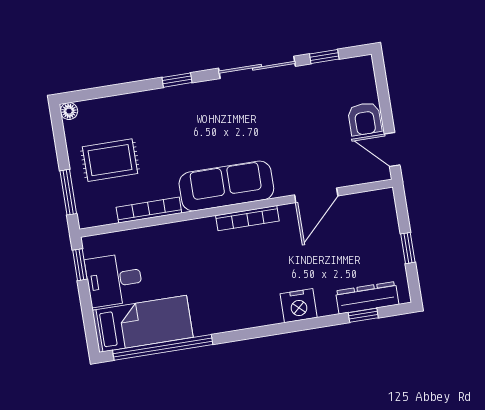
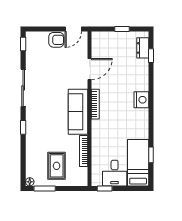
window: (324, 56) -> (23, 44), moved
window: (68, 192) -> (45, 188), moved
door: (316, 195) -> (89, 69), hinge flipped
dresser: (367, 298) -> (143, 48), width x0.70
nightstand: (299, 306) -> (141, 100), moved
window: (163, 347) -> (151, 155), width x0.32

